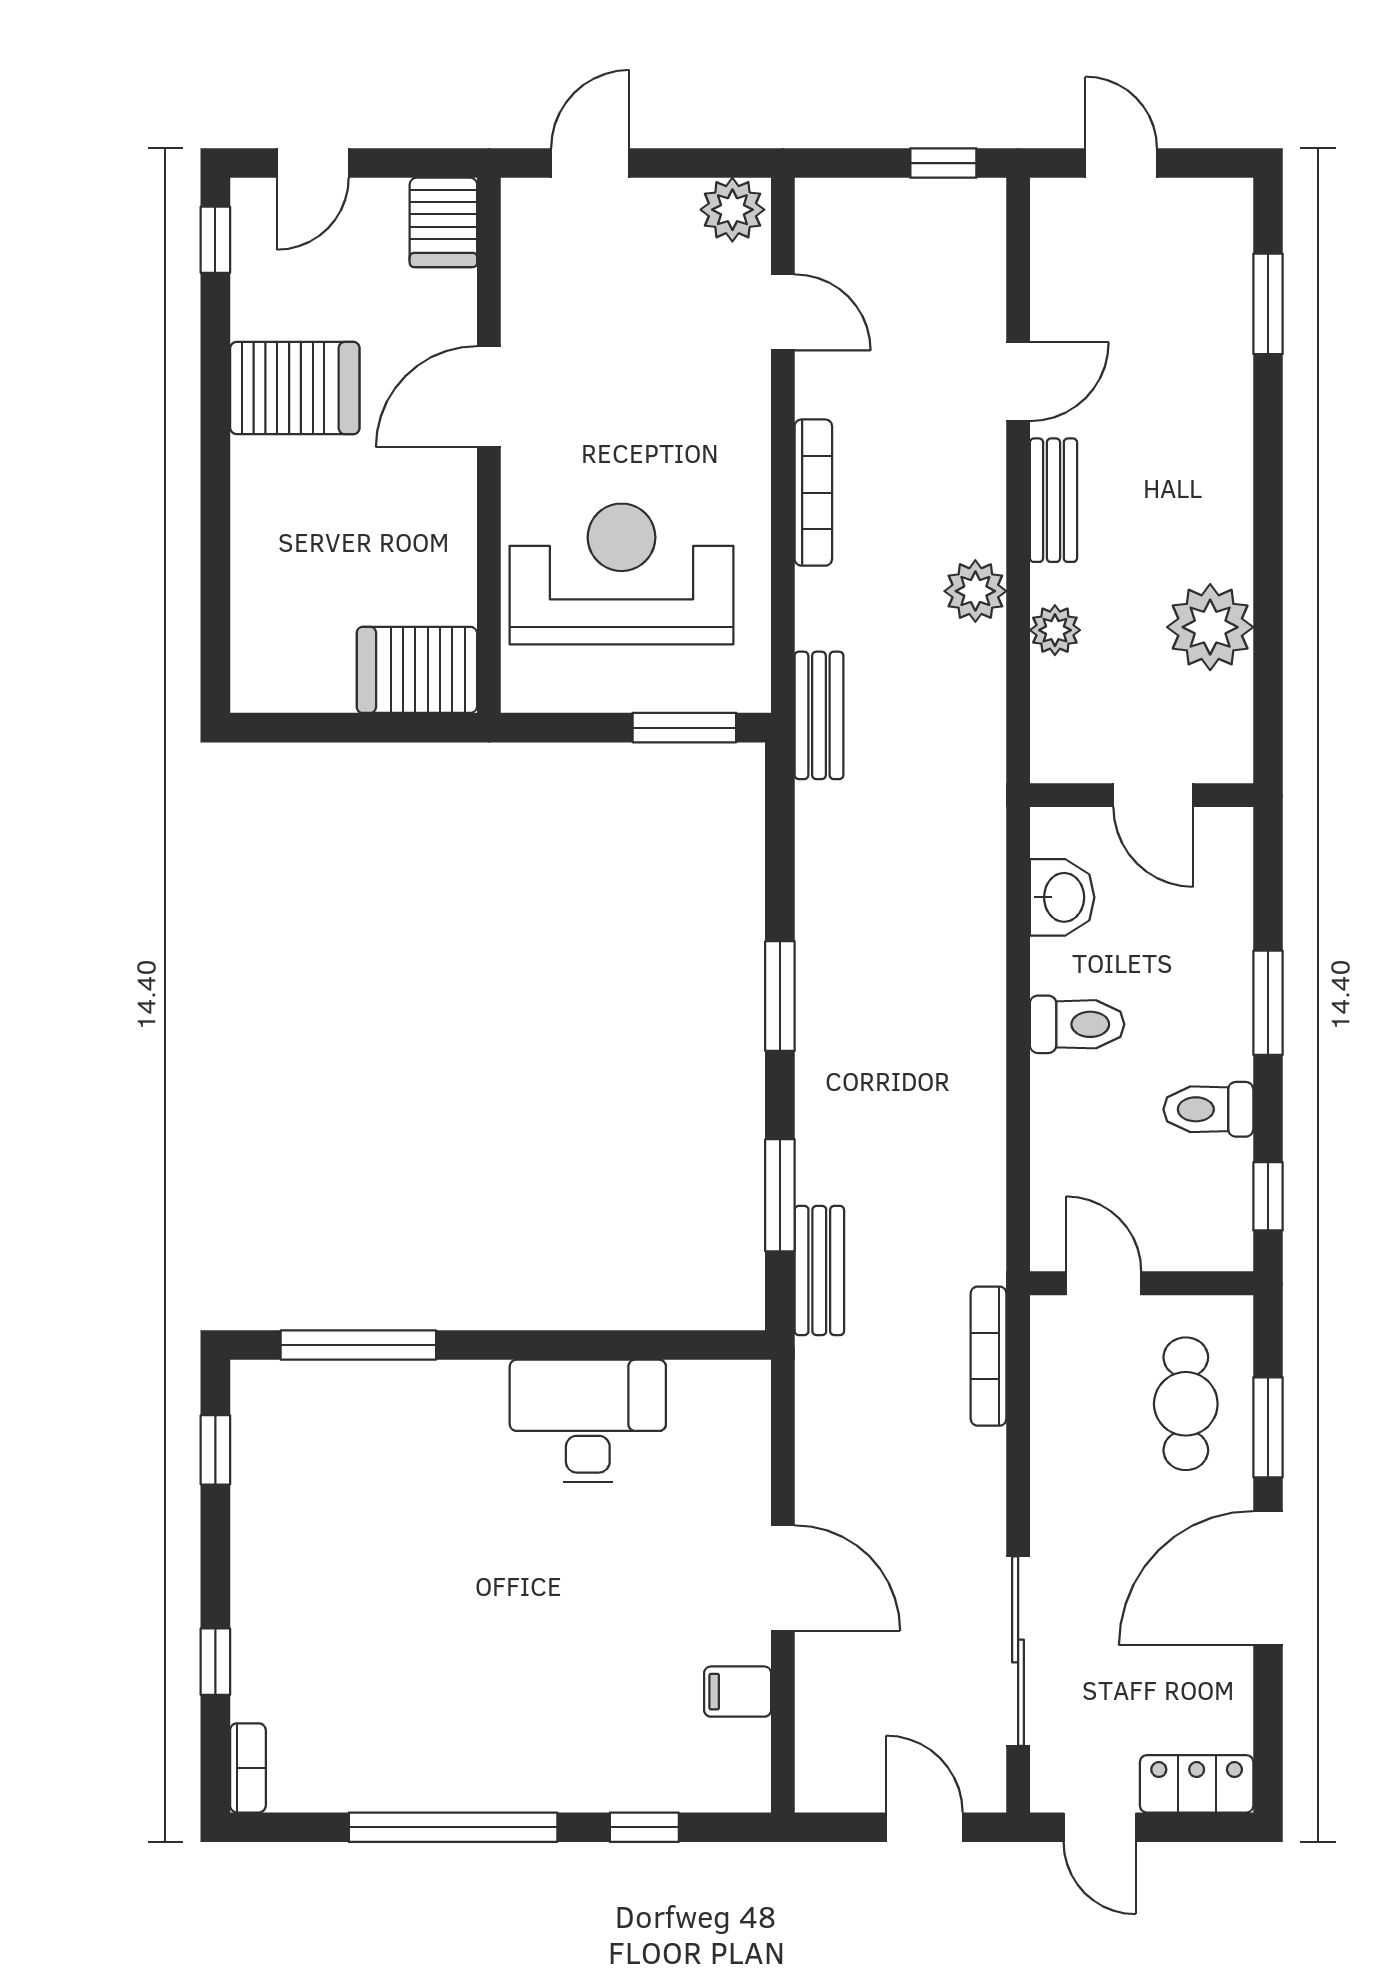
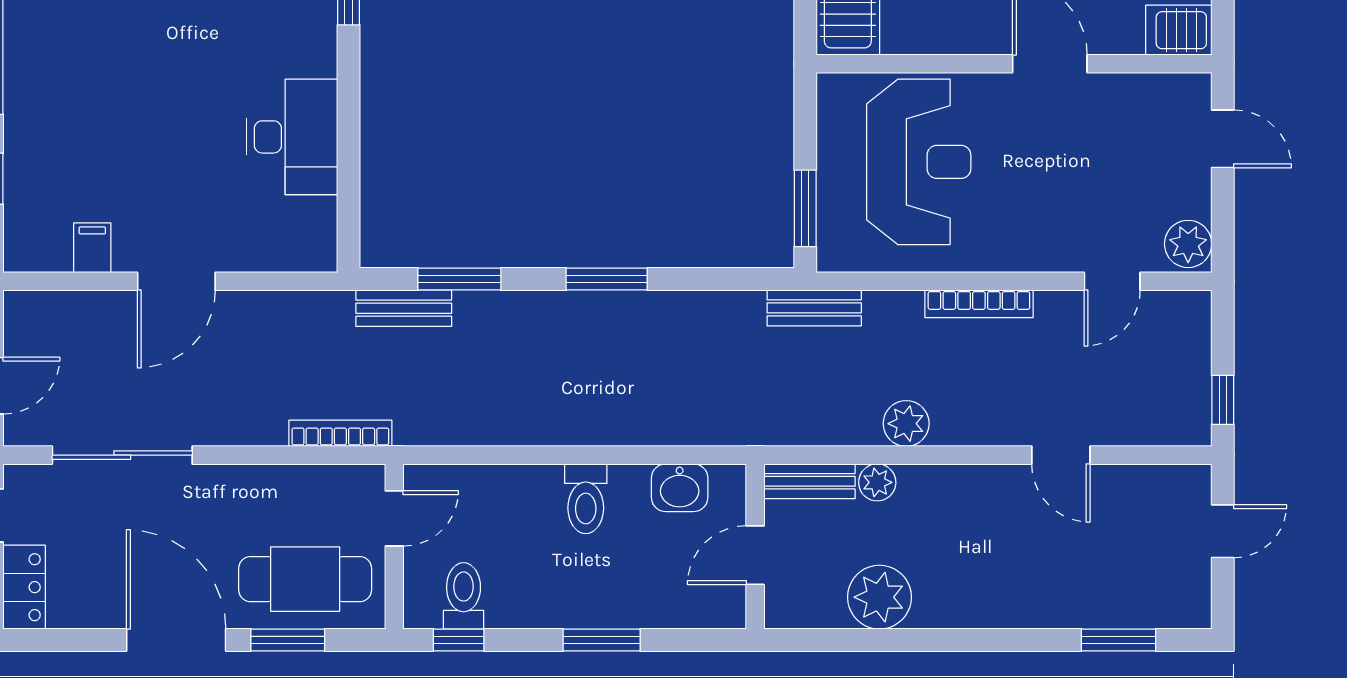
bench: (1053, 500) -> (810, 481), moved
toilet: (1208, 1109) -> (464, 596), moved
cafe table: (1186, 1404) -> (305, 579), width x1.37, depth x1.35

